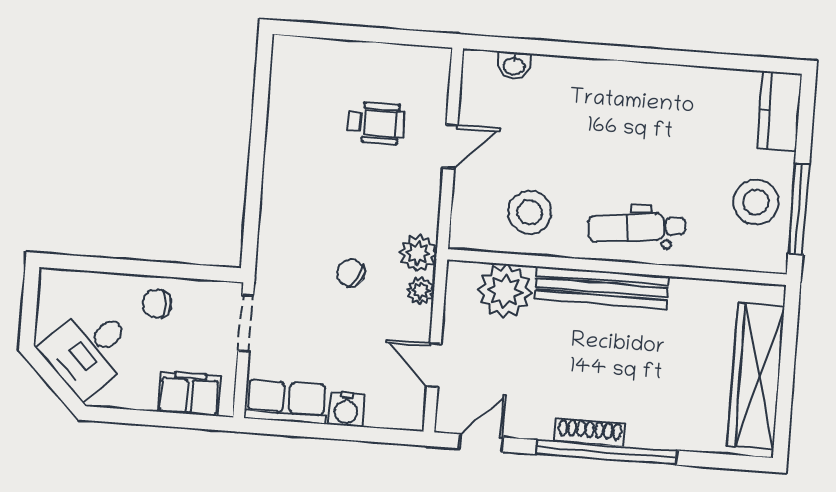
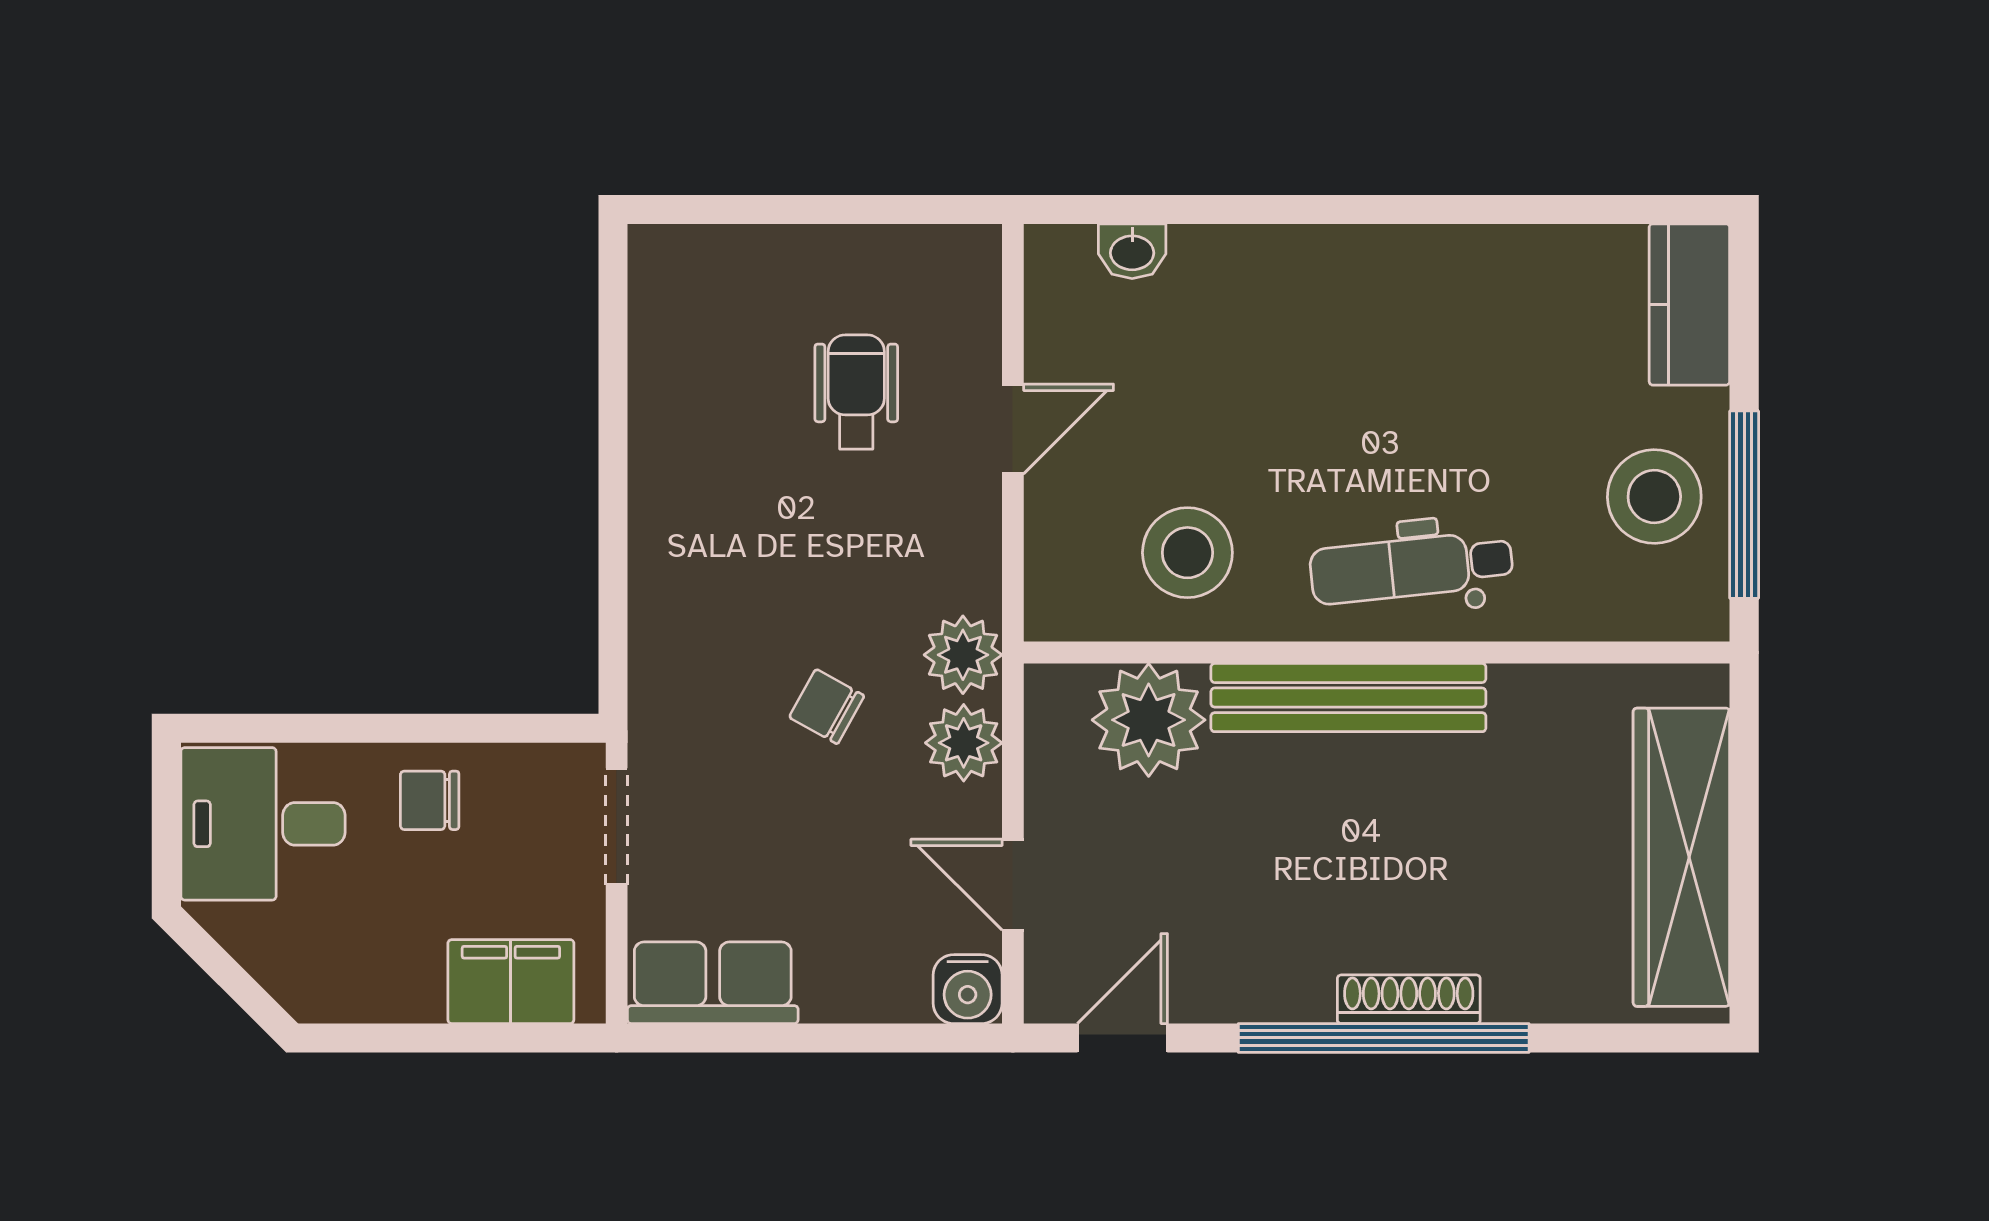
wheelchair: (376, 123) -> (856, 392), turned -90
plant: (421, 291) -> (964, 743), width x1.38, depth x1.38
desk: (90, 350) -> (263, 824), moved, turned 45
water cooler: (346, 409) -> (968, 989), moved
shoe rack: (590, 432) -> (1409, 999), moved

